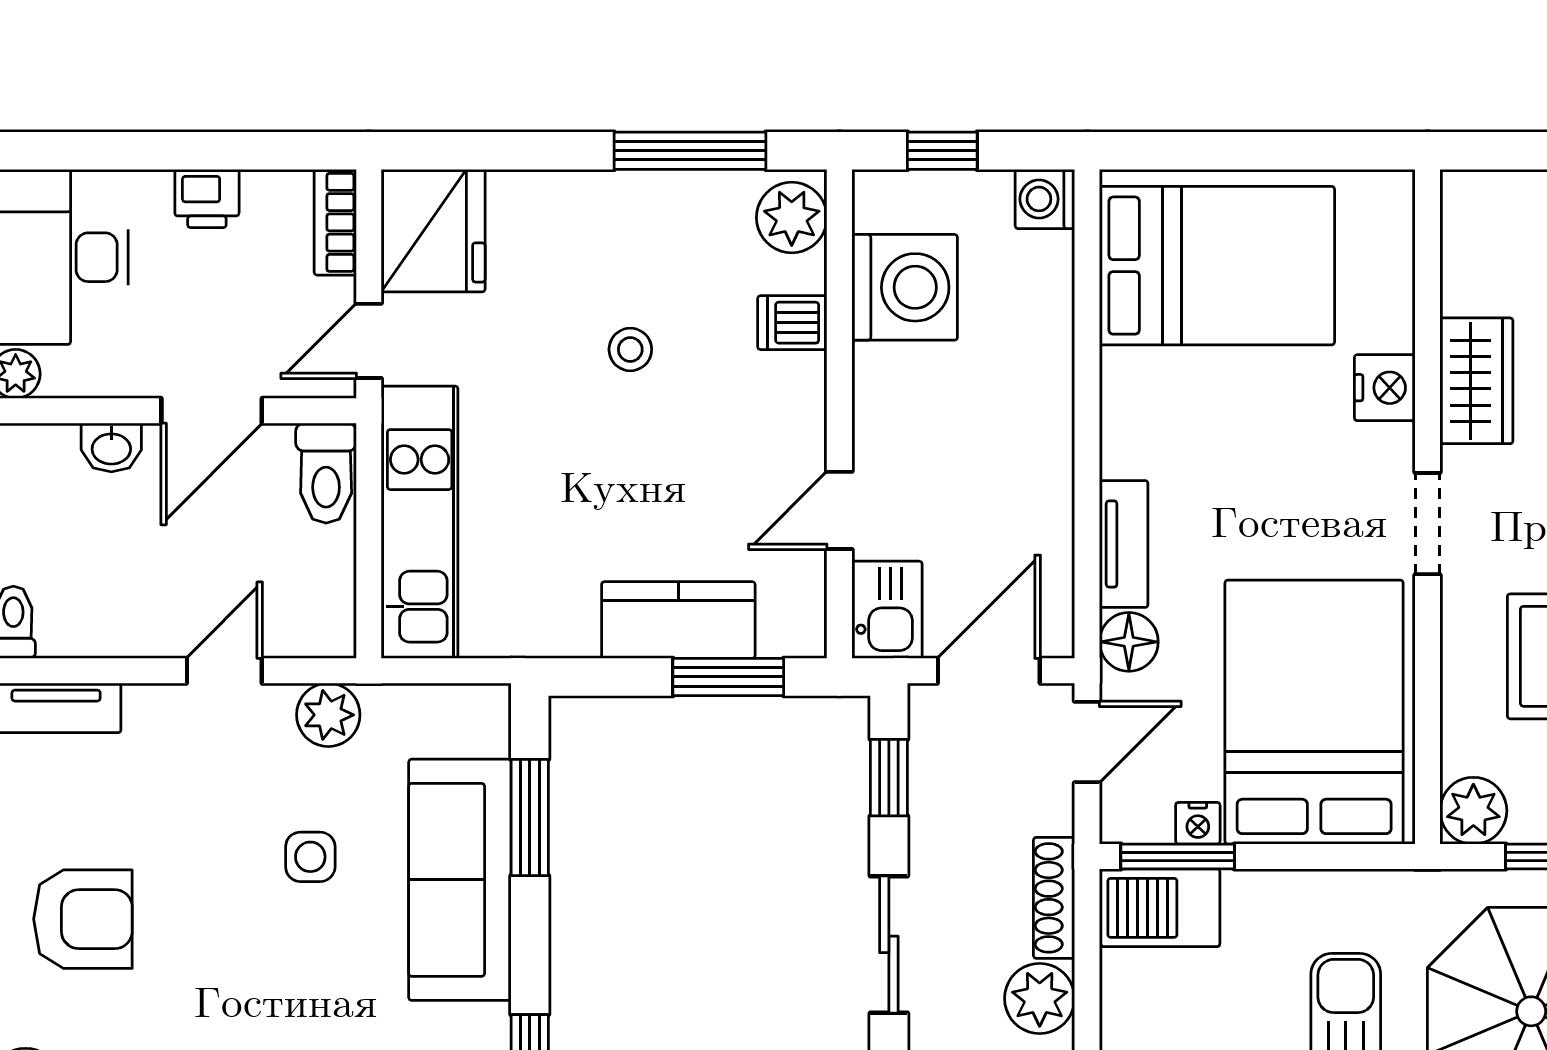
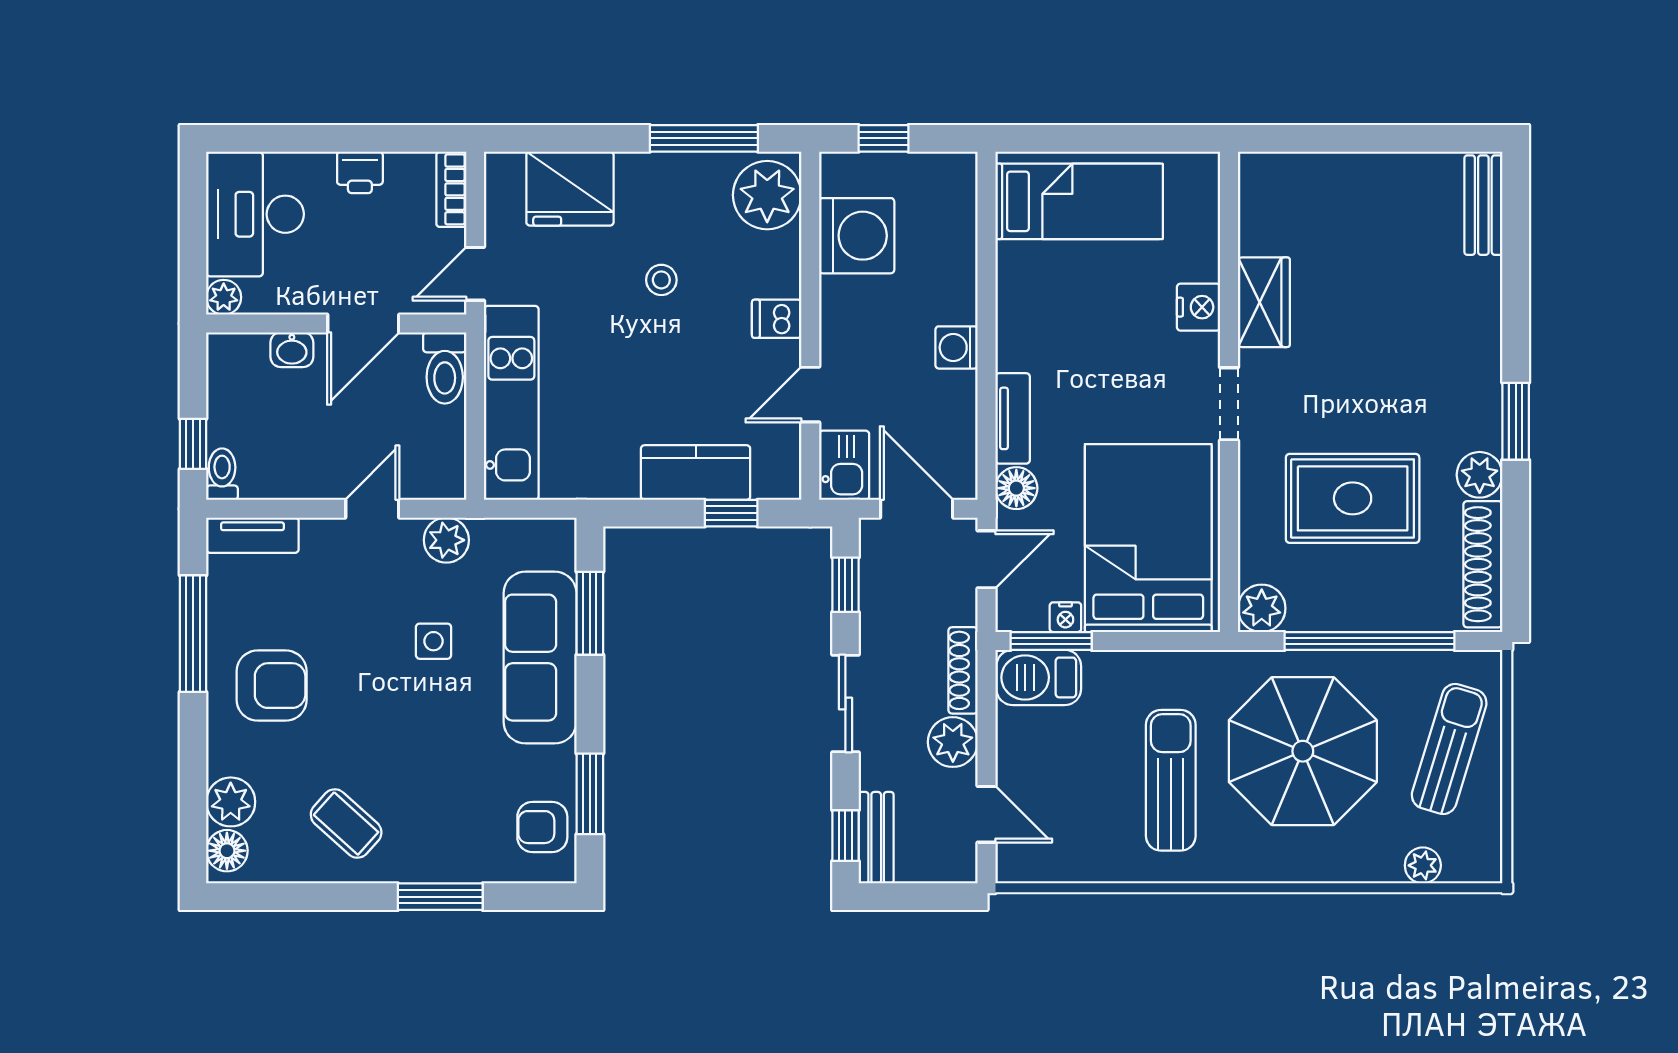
washing machine: (1045, 199) -> (957, 347), moved
plant: (792, 218) -> (767, 195), width x1.36, depth x1.36
fridge: (433, 231) -> (570, 189), moved, turned 90
bed: (1217, 266) -> (1079, 201), width x0.67
dishwasher: (792, 323) -> (777, 319), moved
door: (989, 671) -> (917, 509), hinge flipped
window: (728, 677) -> (731, 513), width x0.67

